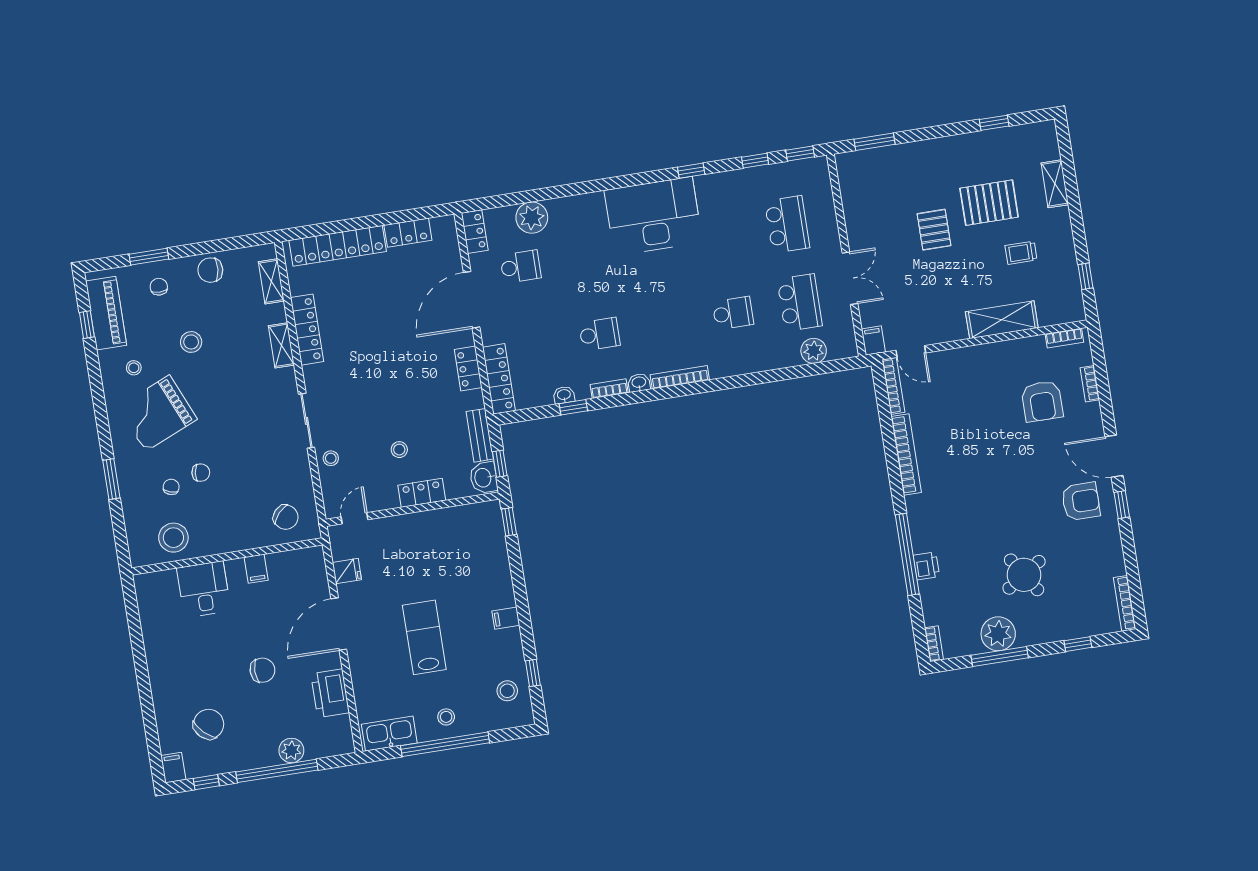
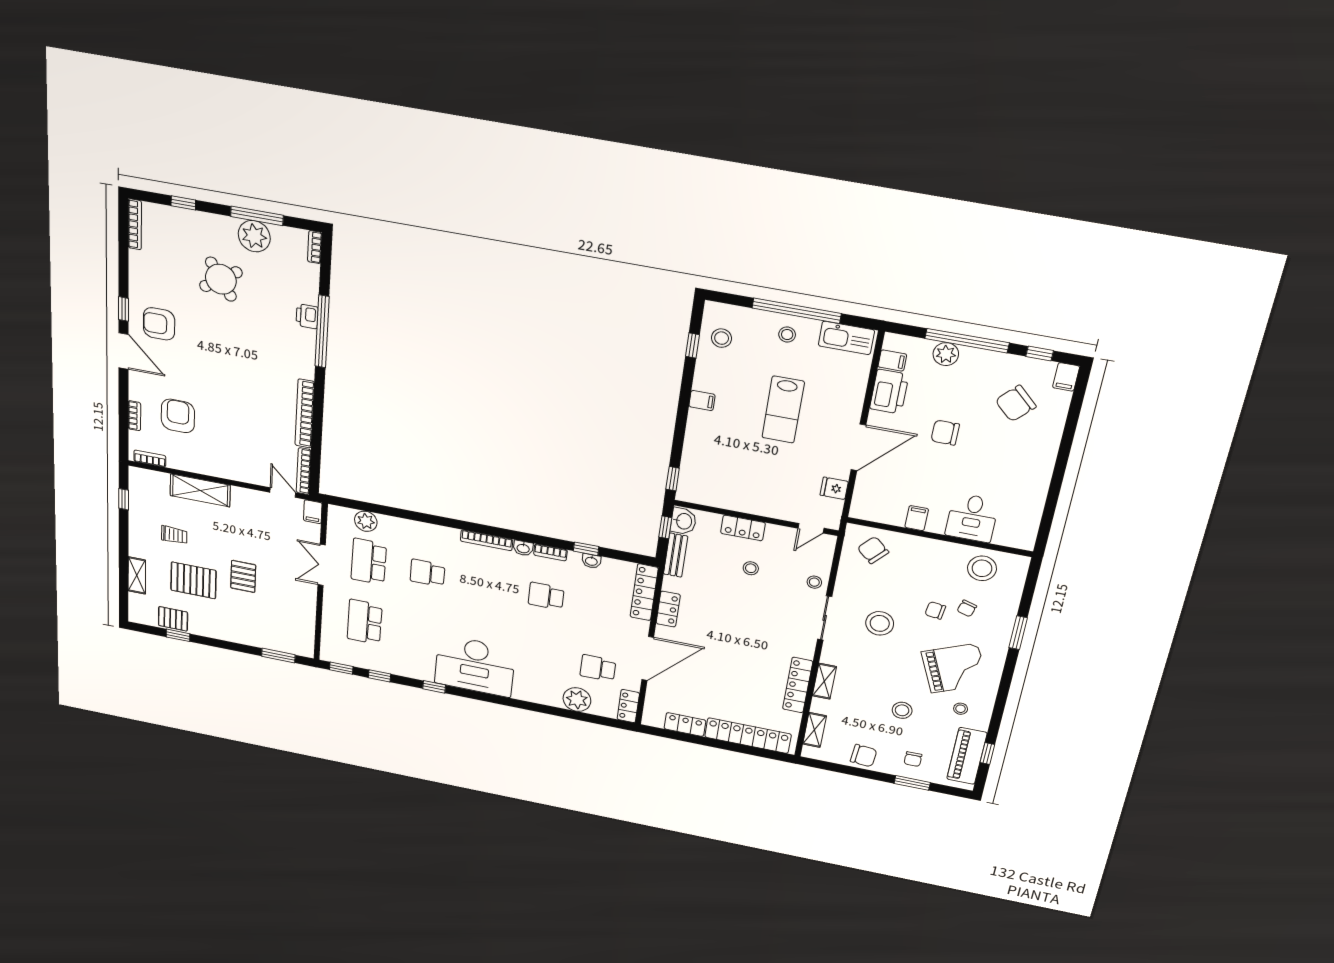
pallet: (1004, 143) -> (173, 619), added
stool: (250, 436) -> (880, 623), added
filing cabinet: (338, 726) -> (892, 361), added

